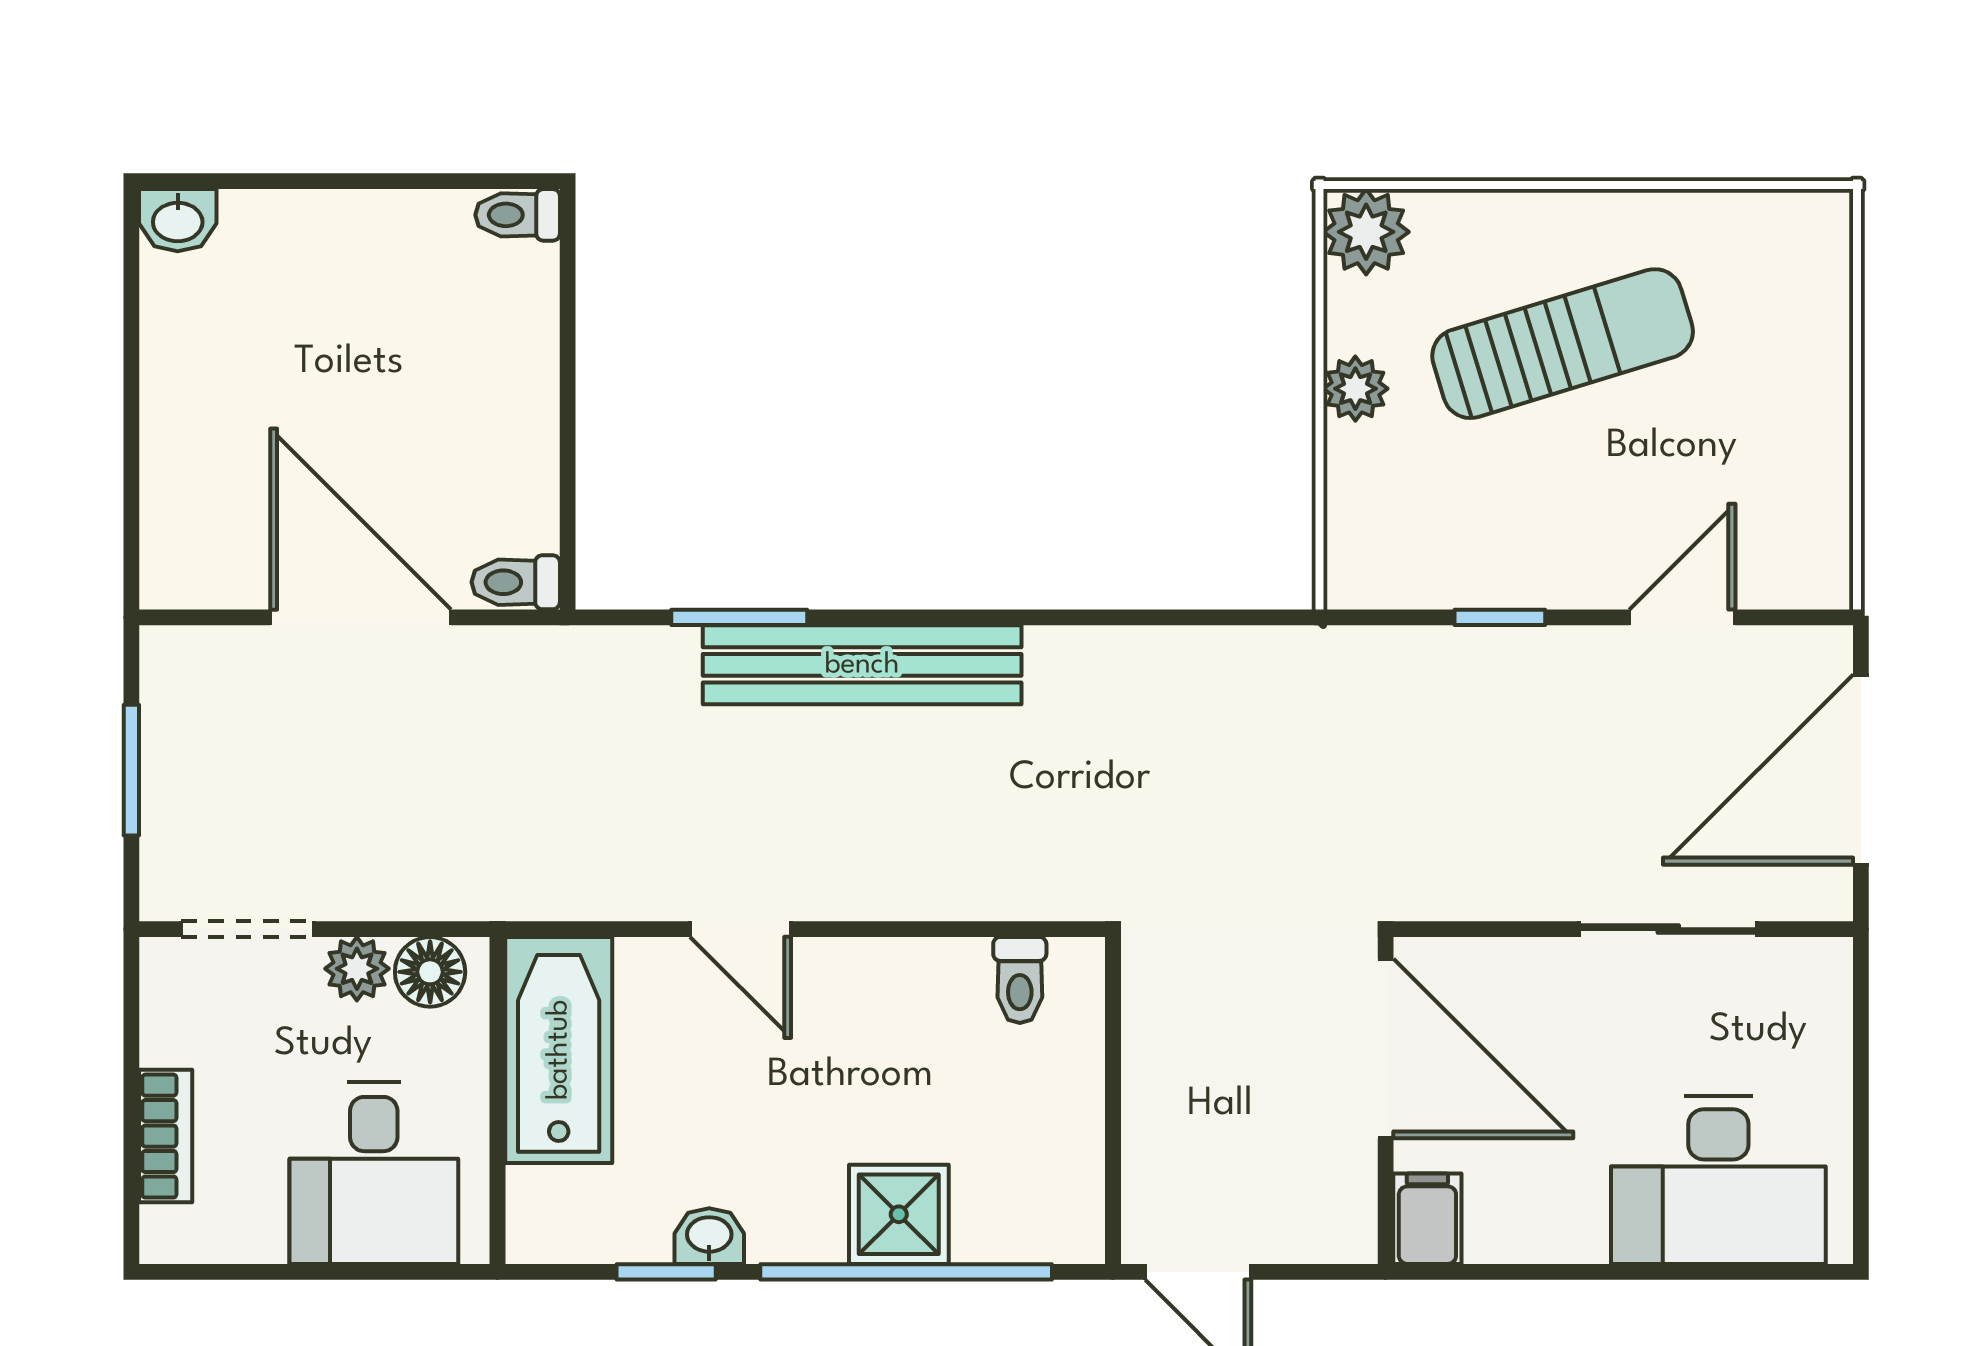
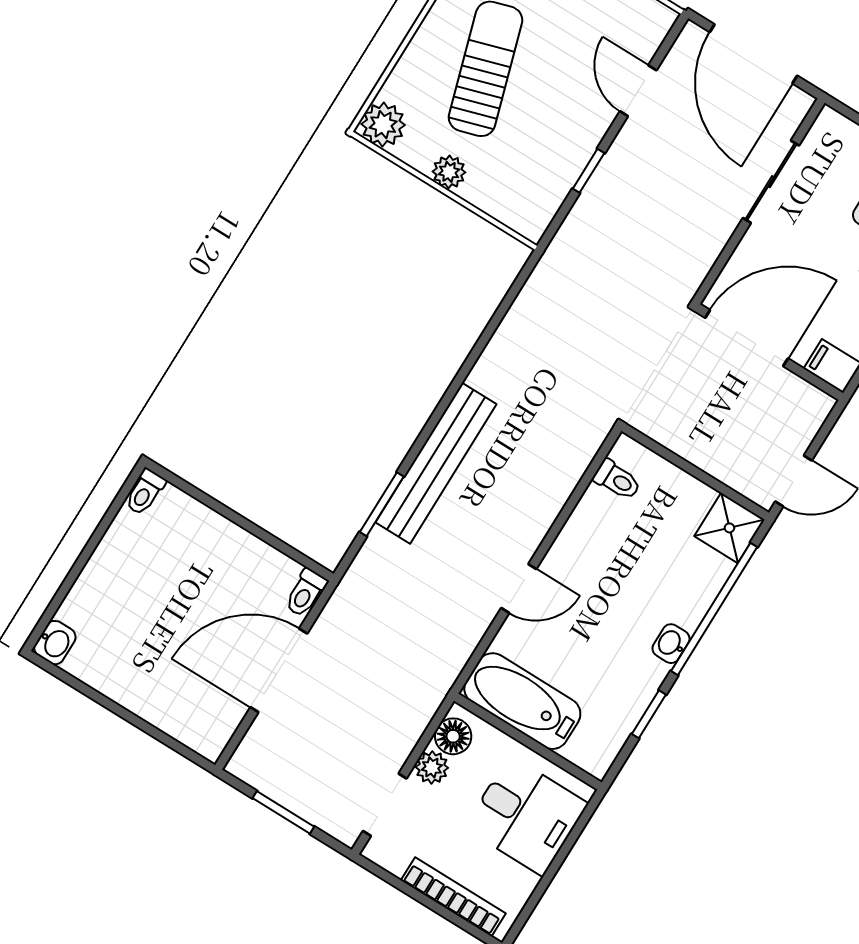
bookcase: (166, 1136) -> (453, 897), width x1.56
shower: (899, 1214) -> (729, 528), moved
washbasin: (709, 1236) -> (671, 644), moved

